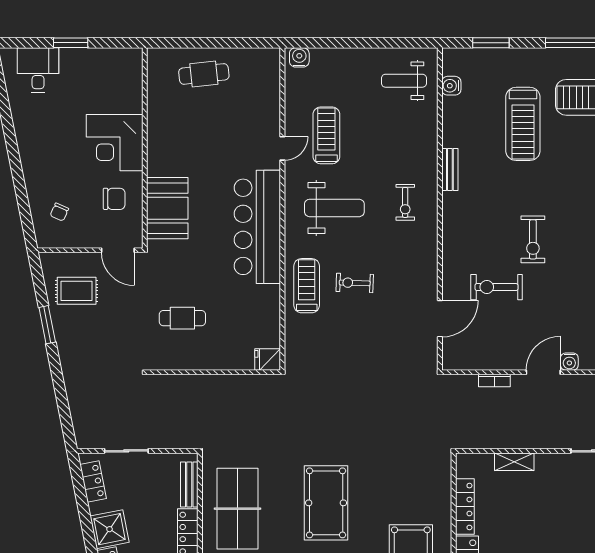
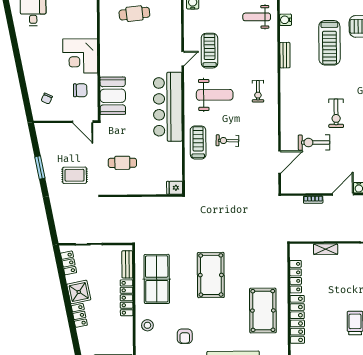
bench: (450, 170) -> (285, 55), moved
rug: (77, 291) -> (75, 175), moved

